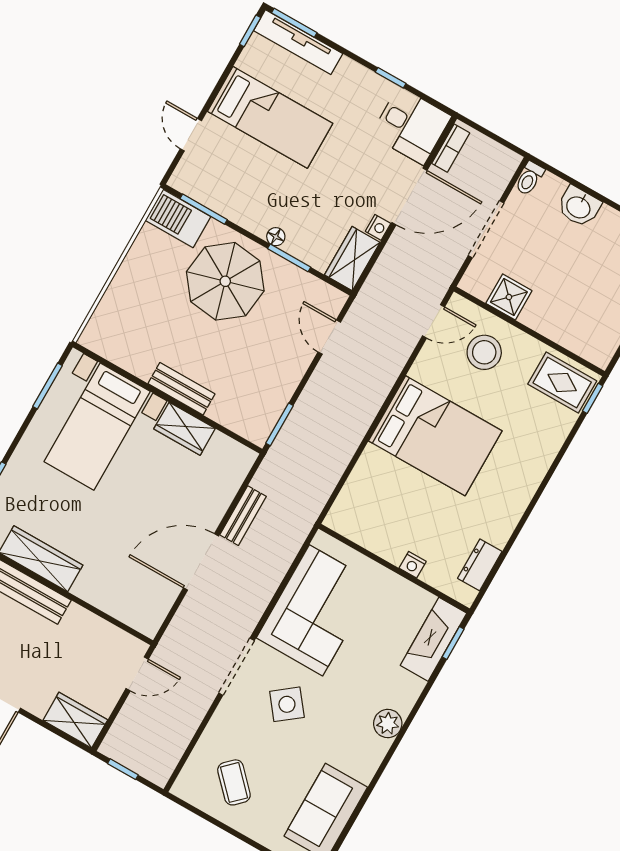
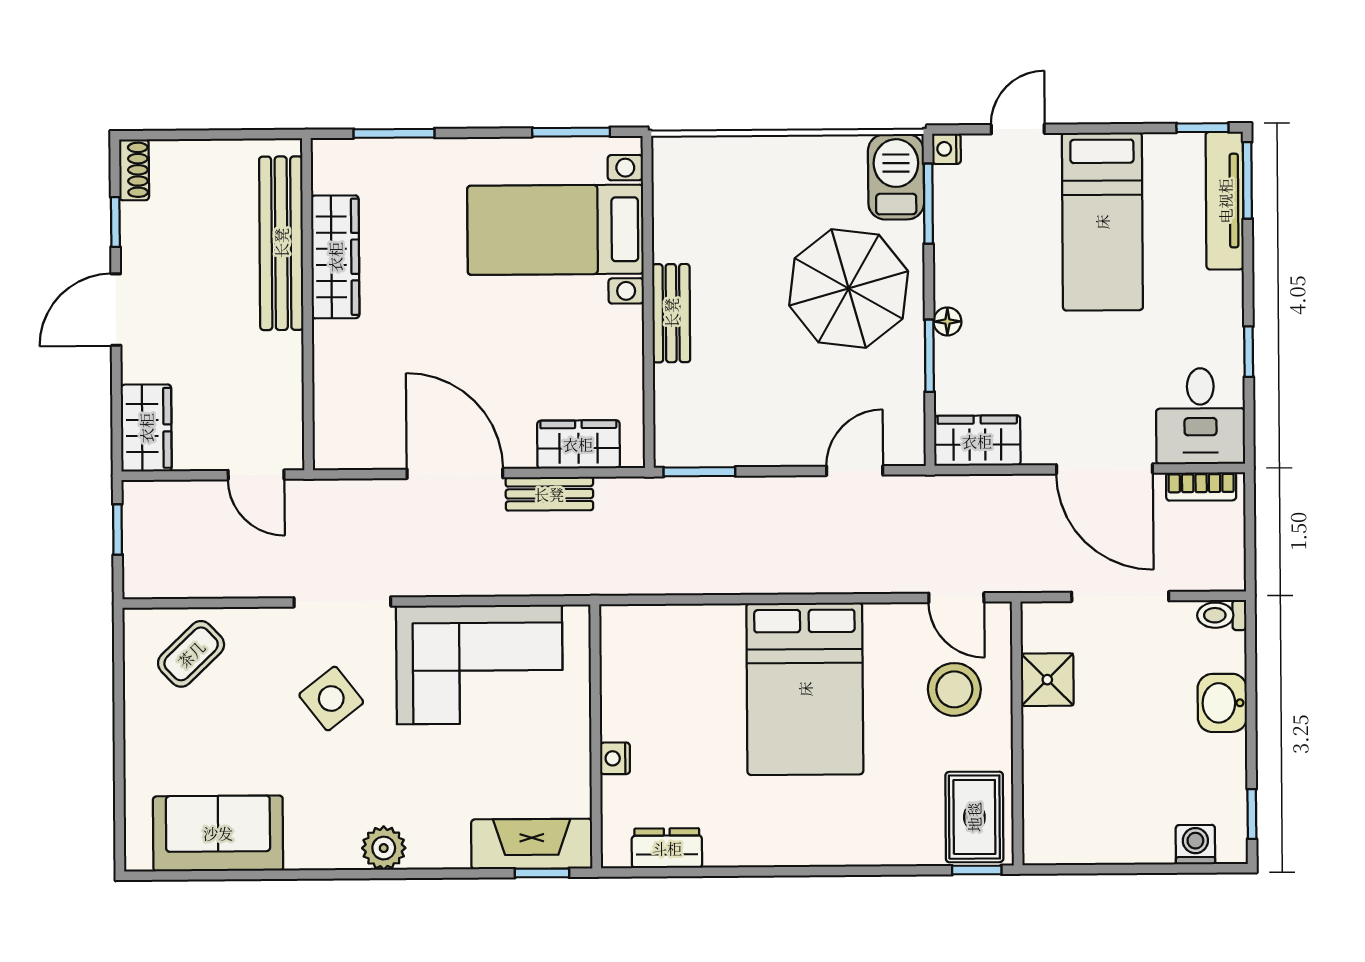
nightstand: (378, 227) -> (946, 149), moved, turned 90
wardrobe: (185, 429) -> (578, 444), moved, turned 90
coffee table: (234, 782) -> (191, 654), moved

